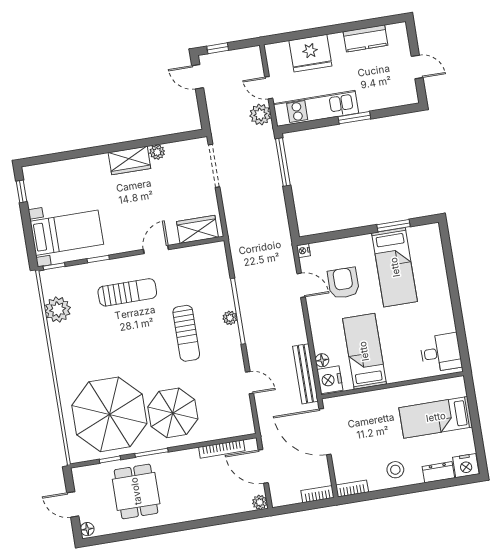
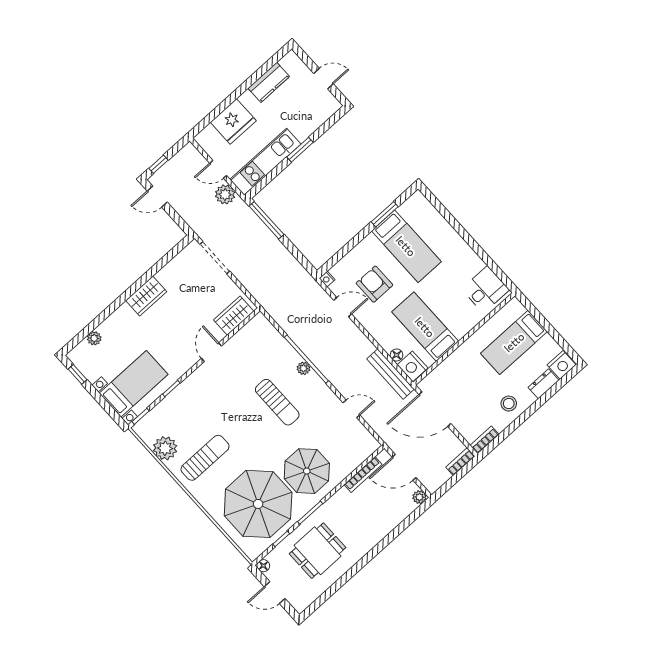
plant: (157, 152) -> (94, 338), moved
sun lounger: (127, 292) -> (205, 458), moved
dining table: (136, 491) -> (318, 551), turned 90
floor lamp: (87, 529) -> (263, 566), moved

